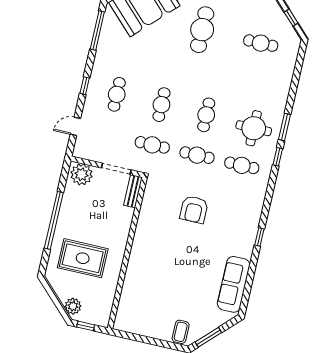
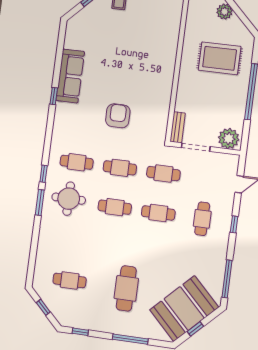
cafe table: (161, 105) -> (158, 213), turned 90
cafe table: (206, 115) -> (115, 207), turned 90
sofa: (234, 284) -> (70, 76), moved

